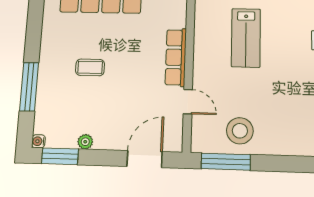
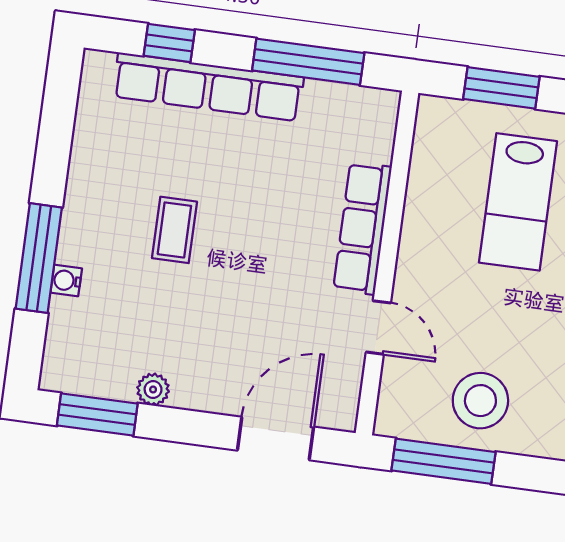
coffee table: (90, 67) -> (174, 230), turned 90
water cooler: (38, 141) -> (66, 280), moved

